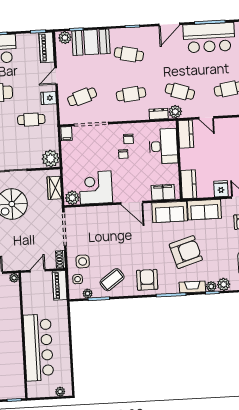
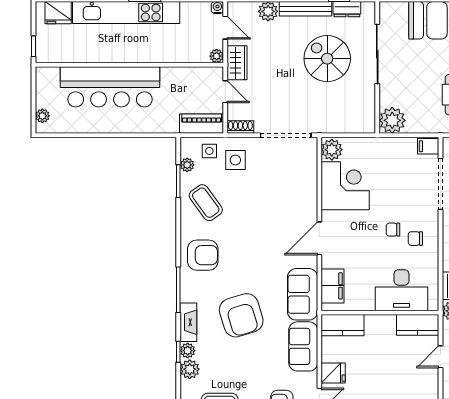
wardrobe: (54, 188) -> (237, 63), moved, turned 90

